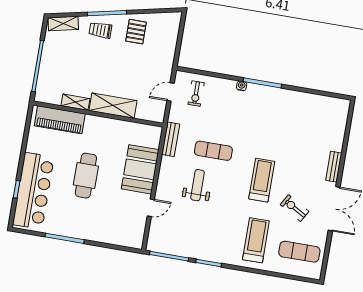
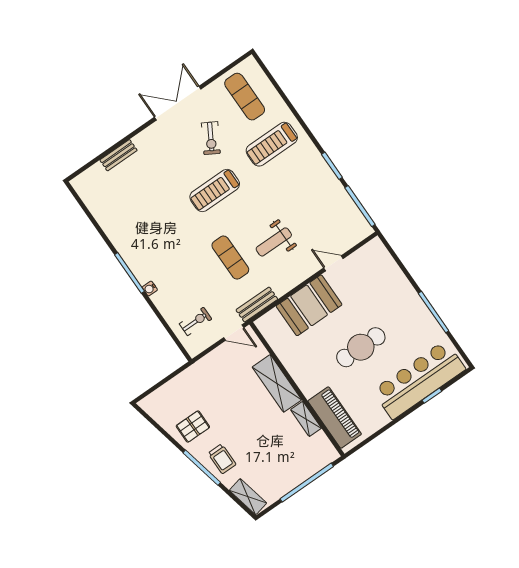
door: (171, 92) -> (234, 333), moved
bench: (334, 167) -> (118, 155), moved

